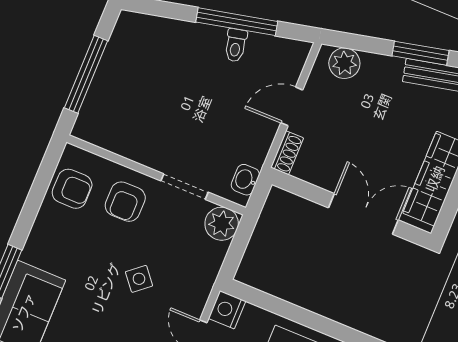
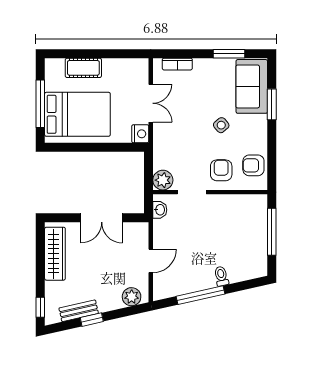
toilet: (236, 45) -> (221, 276), moved
window: (421, 53) -> (92, 320), width x0.67
shoe rack: (287, 153) -> (143, 234), removed
double door: (363, 214) -> (102, 218), moved
side table: (139, 279) -> (221, 125), moved

